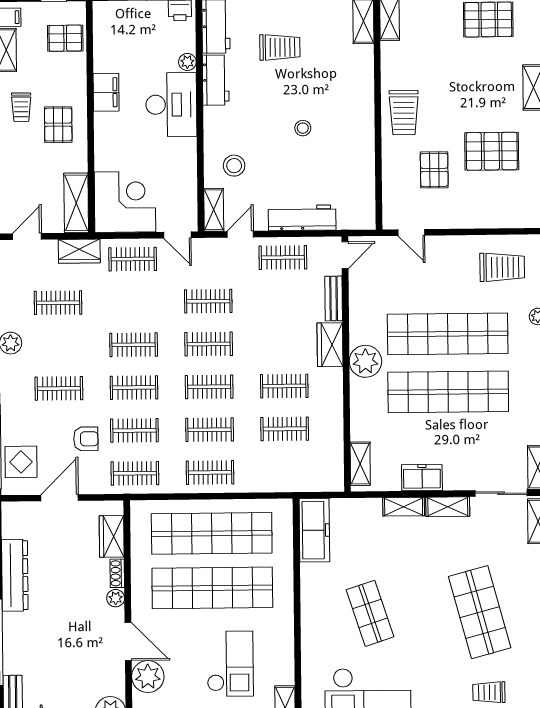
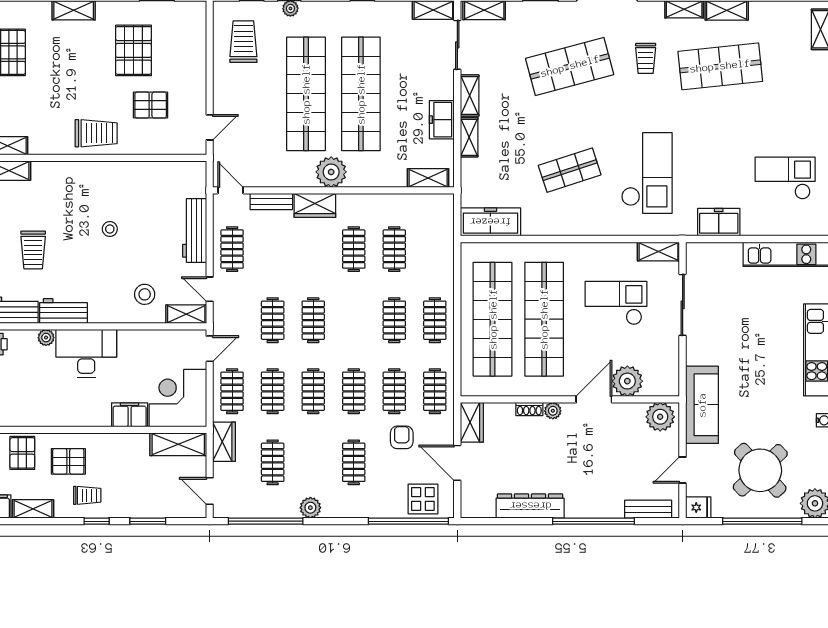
trolley: (280, 47) -> (33, 250), turned 180
filing cabinet: (106, 92) -> (130, 415), moved
pallet: (58, 125) -> (68, 461), moved
clothes rail: (209, 387) -> (273, 391), moved
wardrobe: (112, 536) -> (472, 422), moved, turned -90

